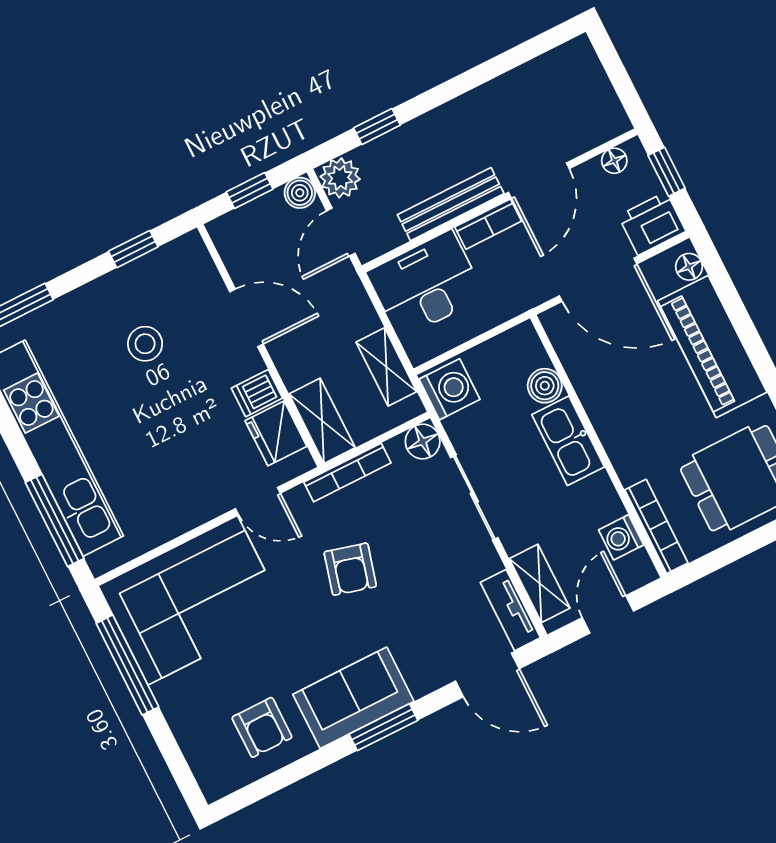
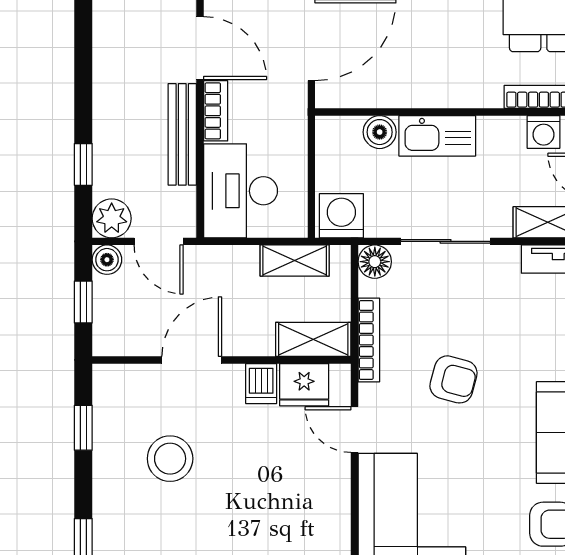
stool: (145, 344) -> (170, 459), width x1.38, depth x1.38
door: (258, 501) -> (355, 430), swing flipped

